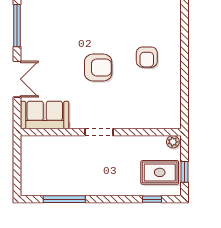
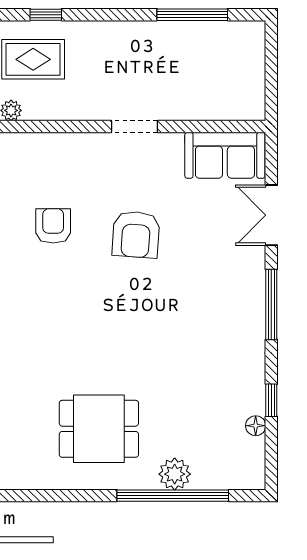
armchair: (147, 57) -> (53, 226), moved
armchair: (98, 68) -> (136, 234), turned -86

